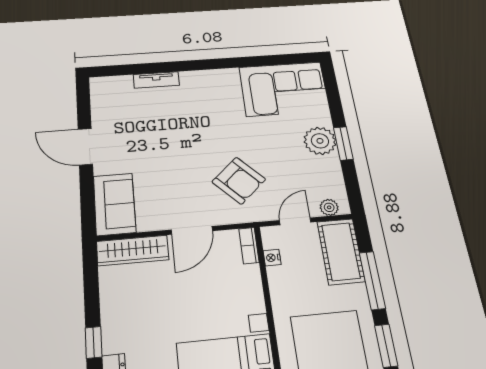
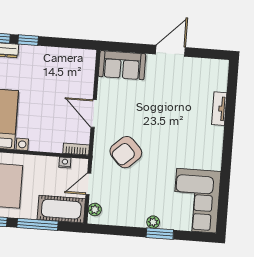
plant: (320, 141) -> (153, 222), width x0.53, depth x0.53
window: (343, 143) -> (160, 234), moved
door: (295, 221) -> (88, 184), swing flipped
wardrobe: (133, 250) -> (86, 73), removed

